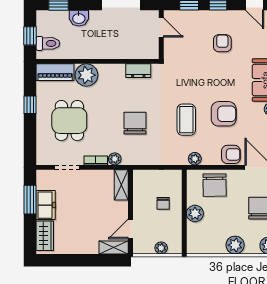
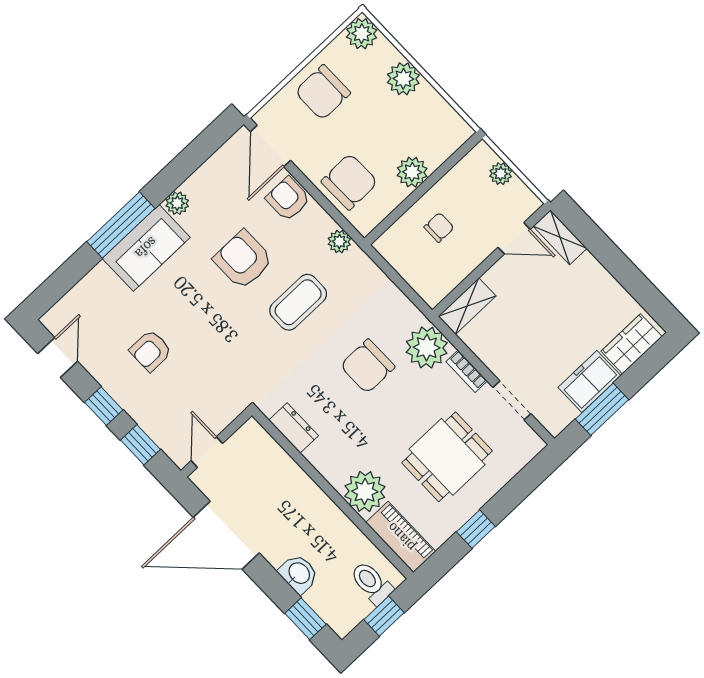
plant: (115, 159) -> (427, 347), width x1.88, depth x1.88

